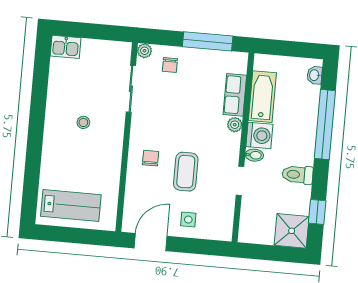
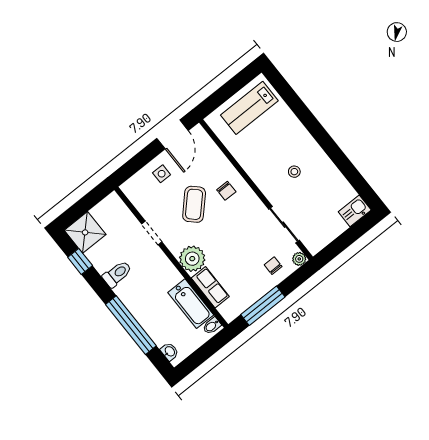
plant: (235, 125) -> (192, 259), width x1.88, depth x1.88
washing machine: (259, 135) -> (168, 276), removed
bidet: (254, 155) -> (212, 326), moved
coffee table: (186, 172) -> (194, 204), turned 44

